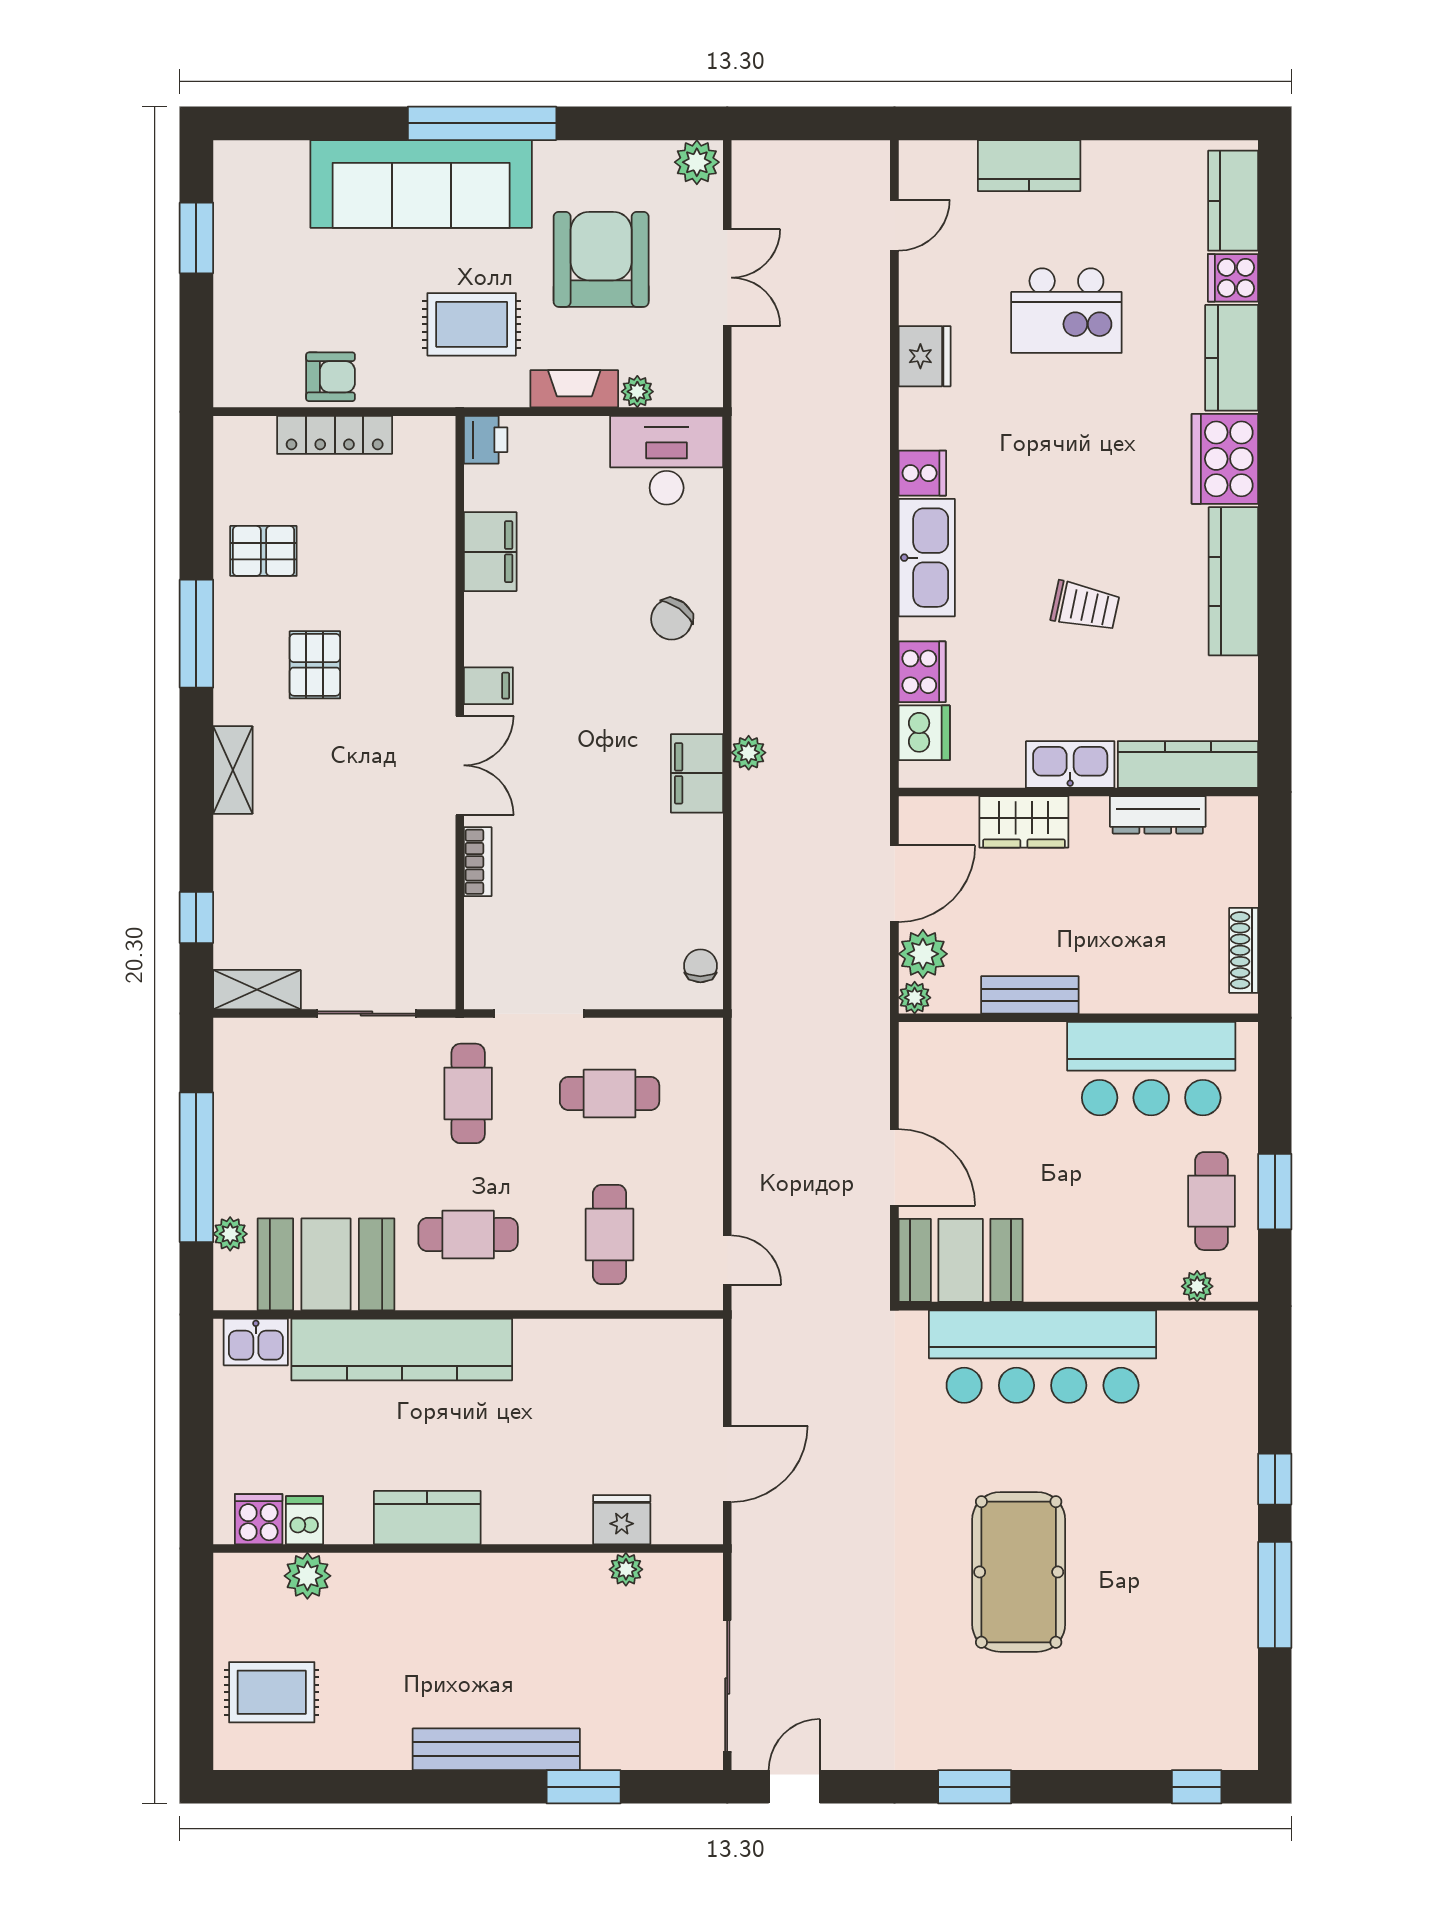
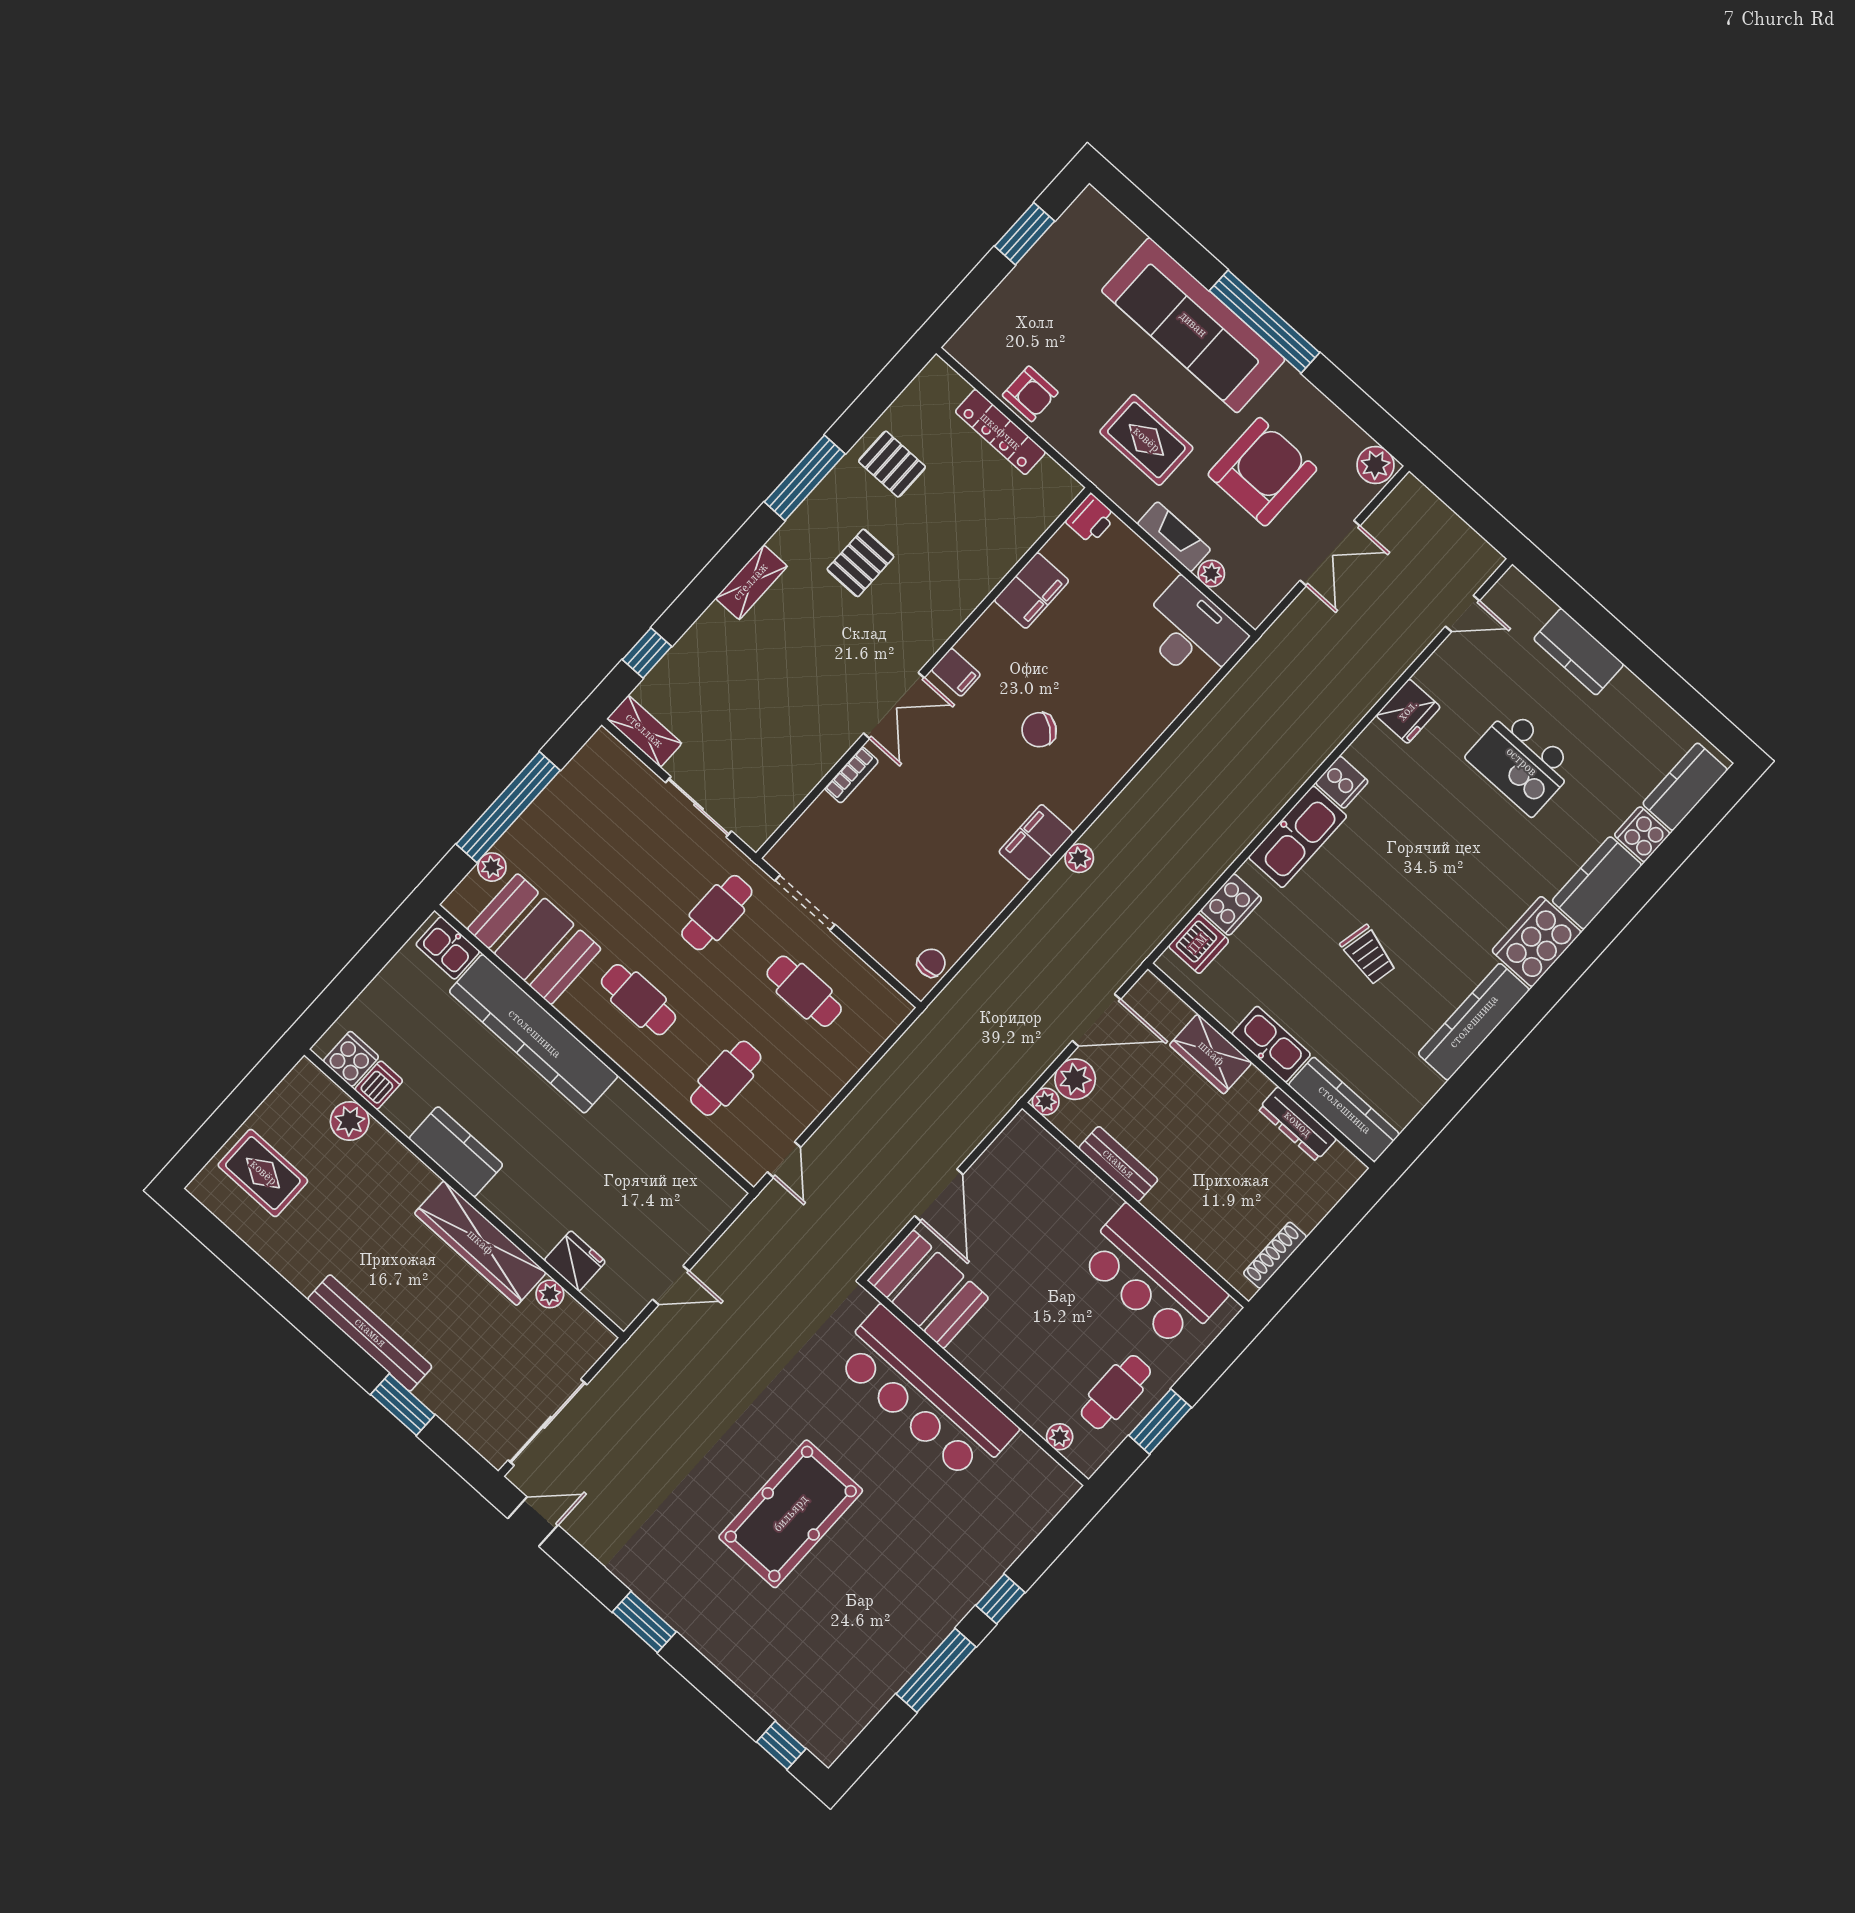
chair: (672, 619) -> (1039, 730), moved
door: (727, 1464) -> (671, 1285), width x0.73
wardrobe: (523, 1580) -> (480, 1243), added

